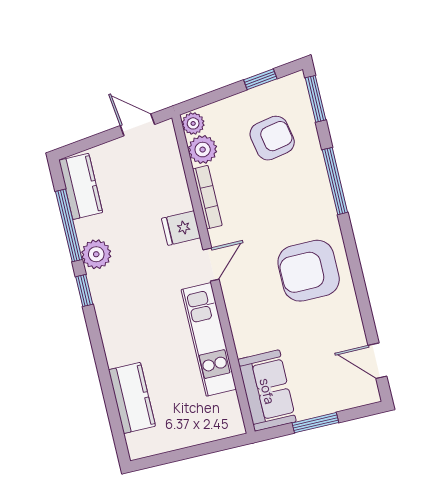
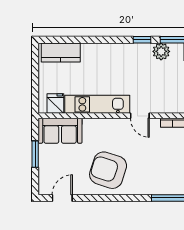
fridge: (181, 228) -> (55, 104), moved
armchair: (309, 271) -> (108, 170), moved, turned -72
kitchen counter: (132, 398) -> (61, 52), moved

